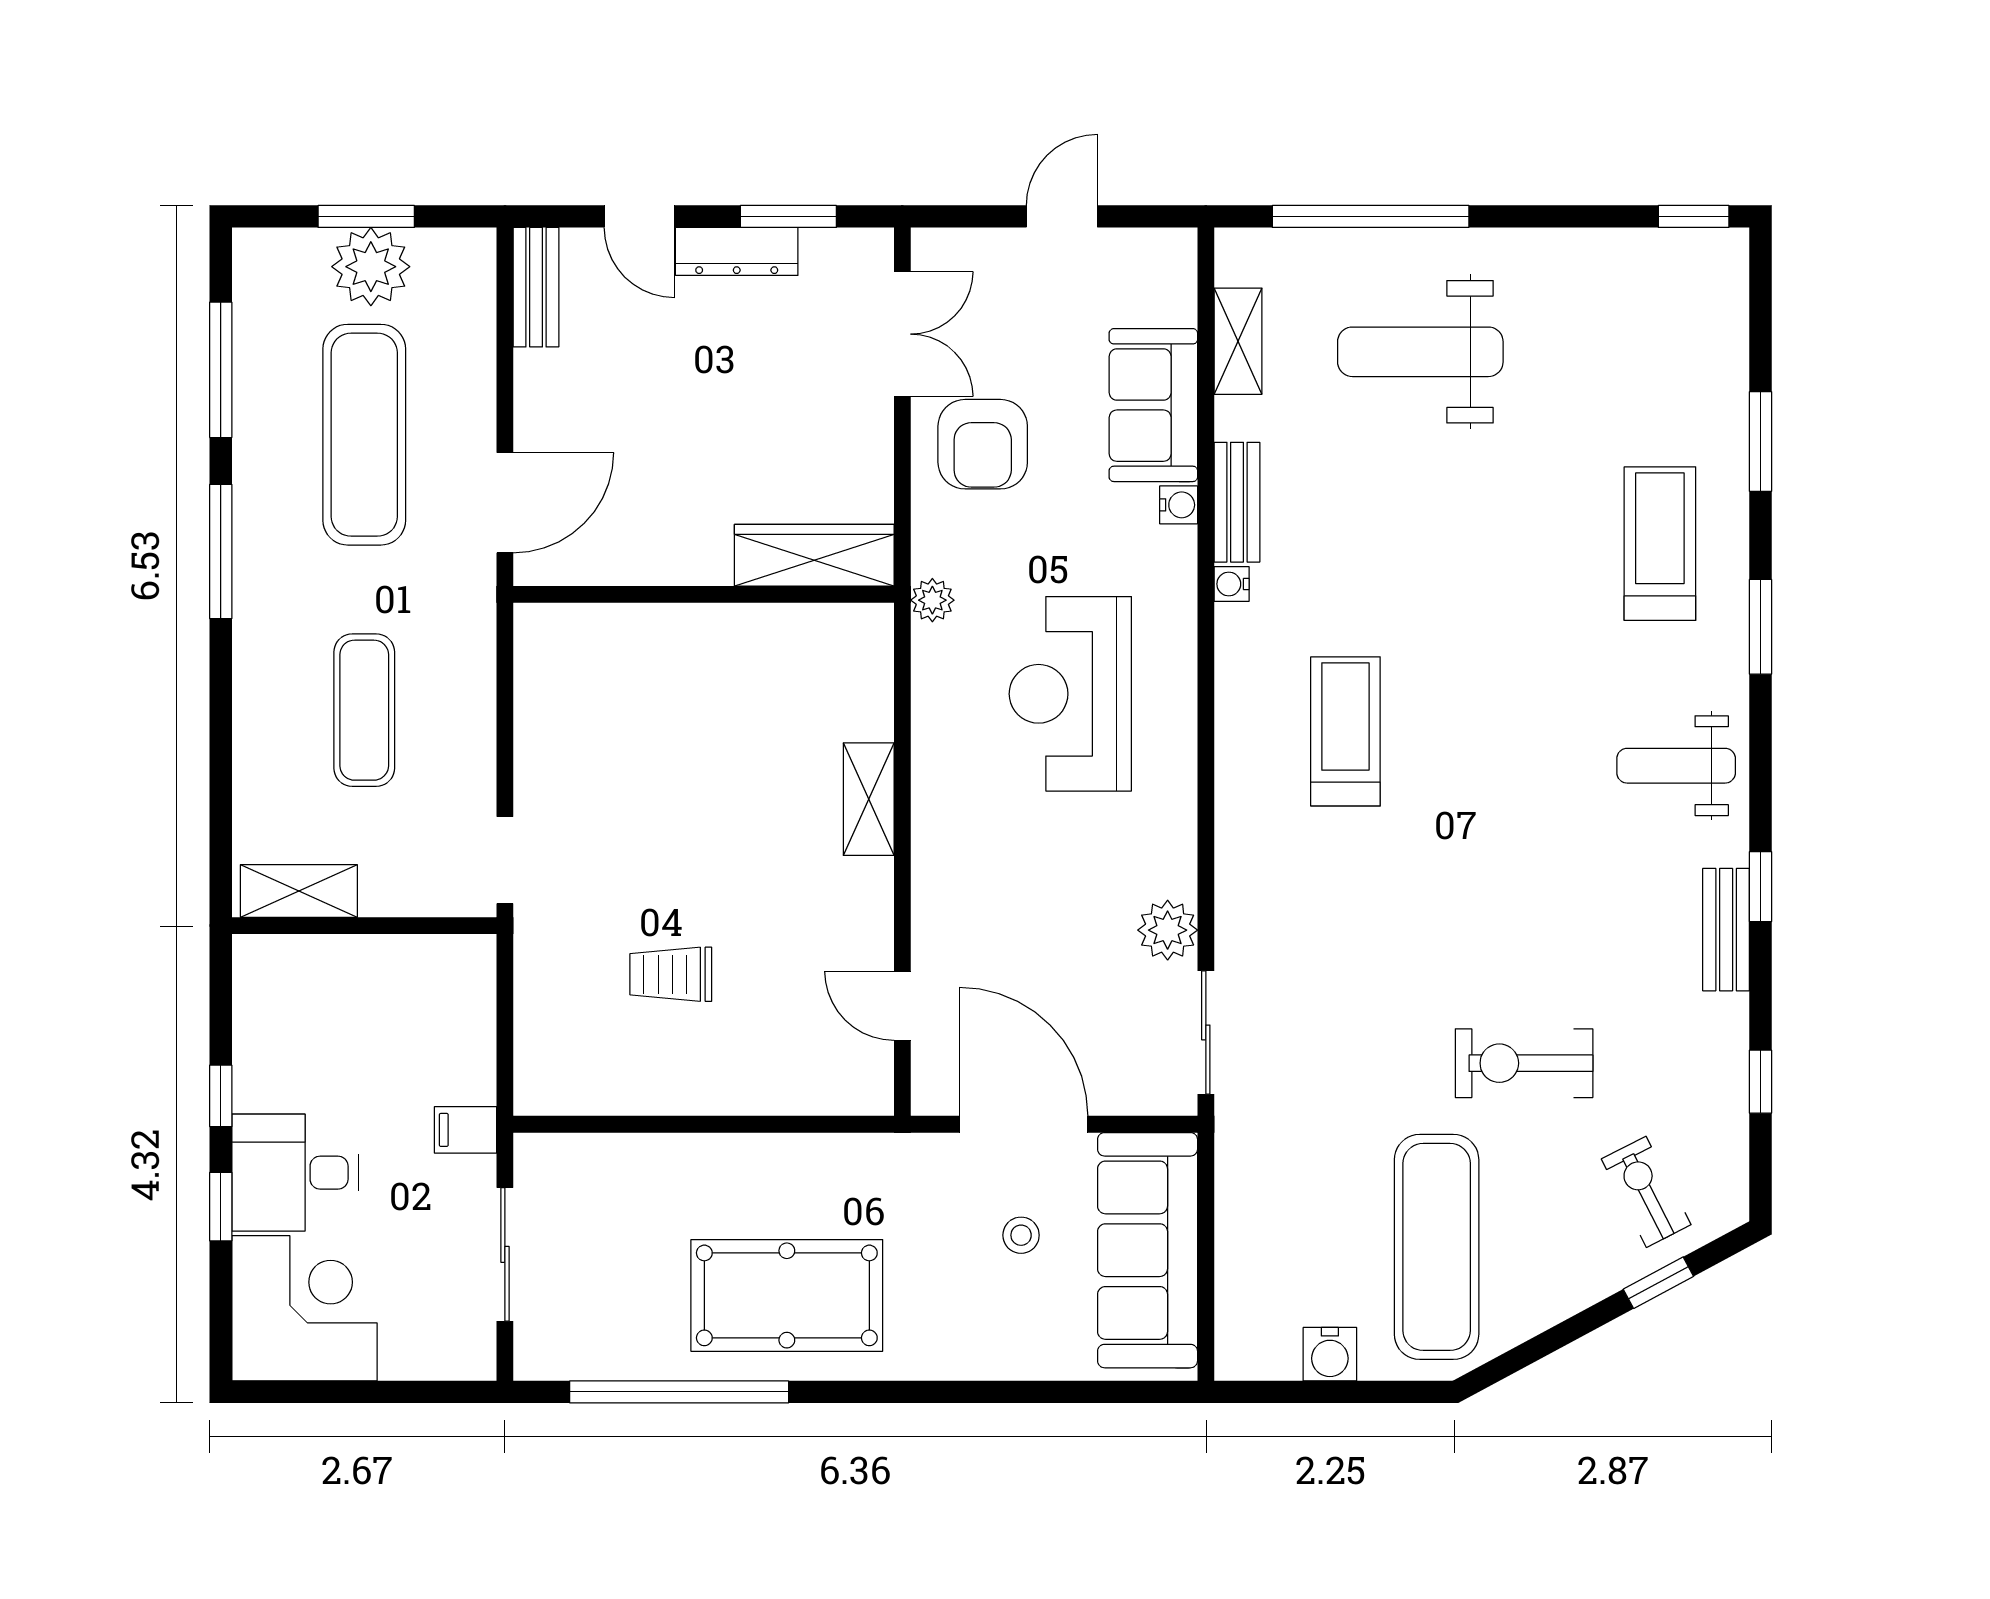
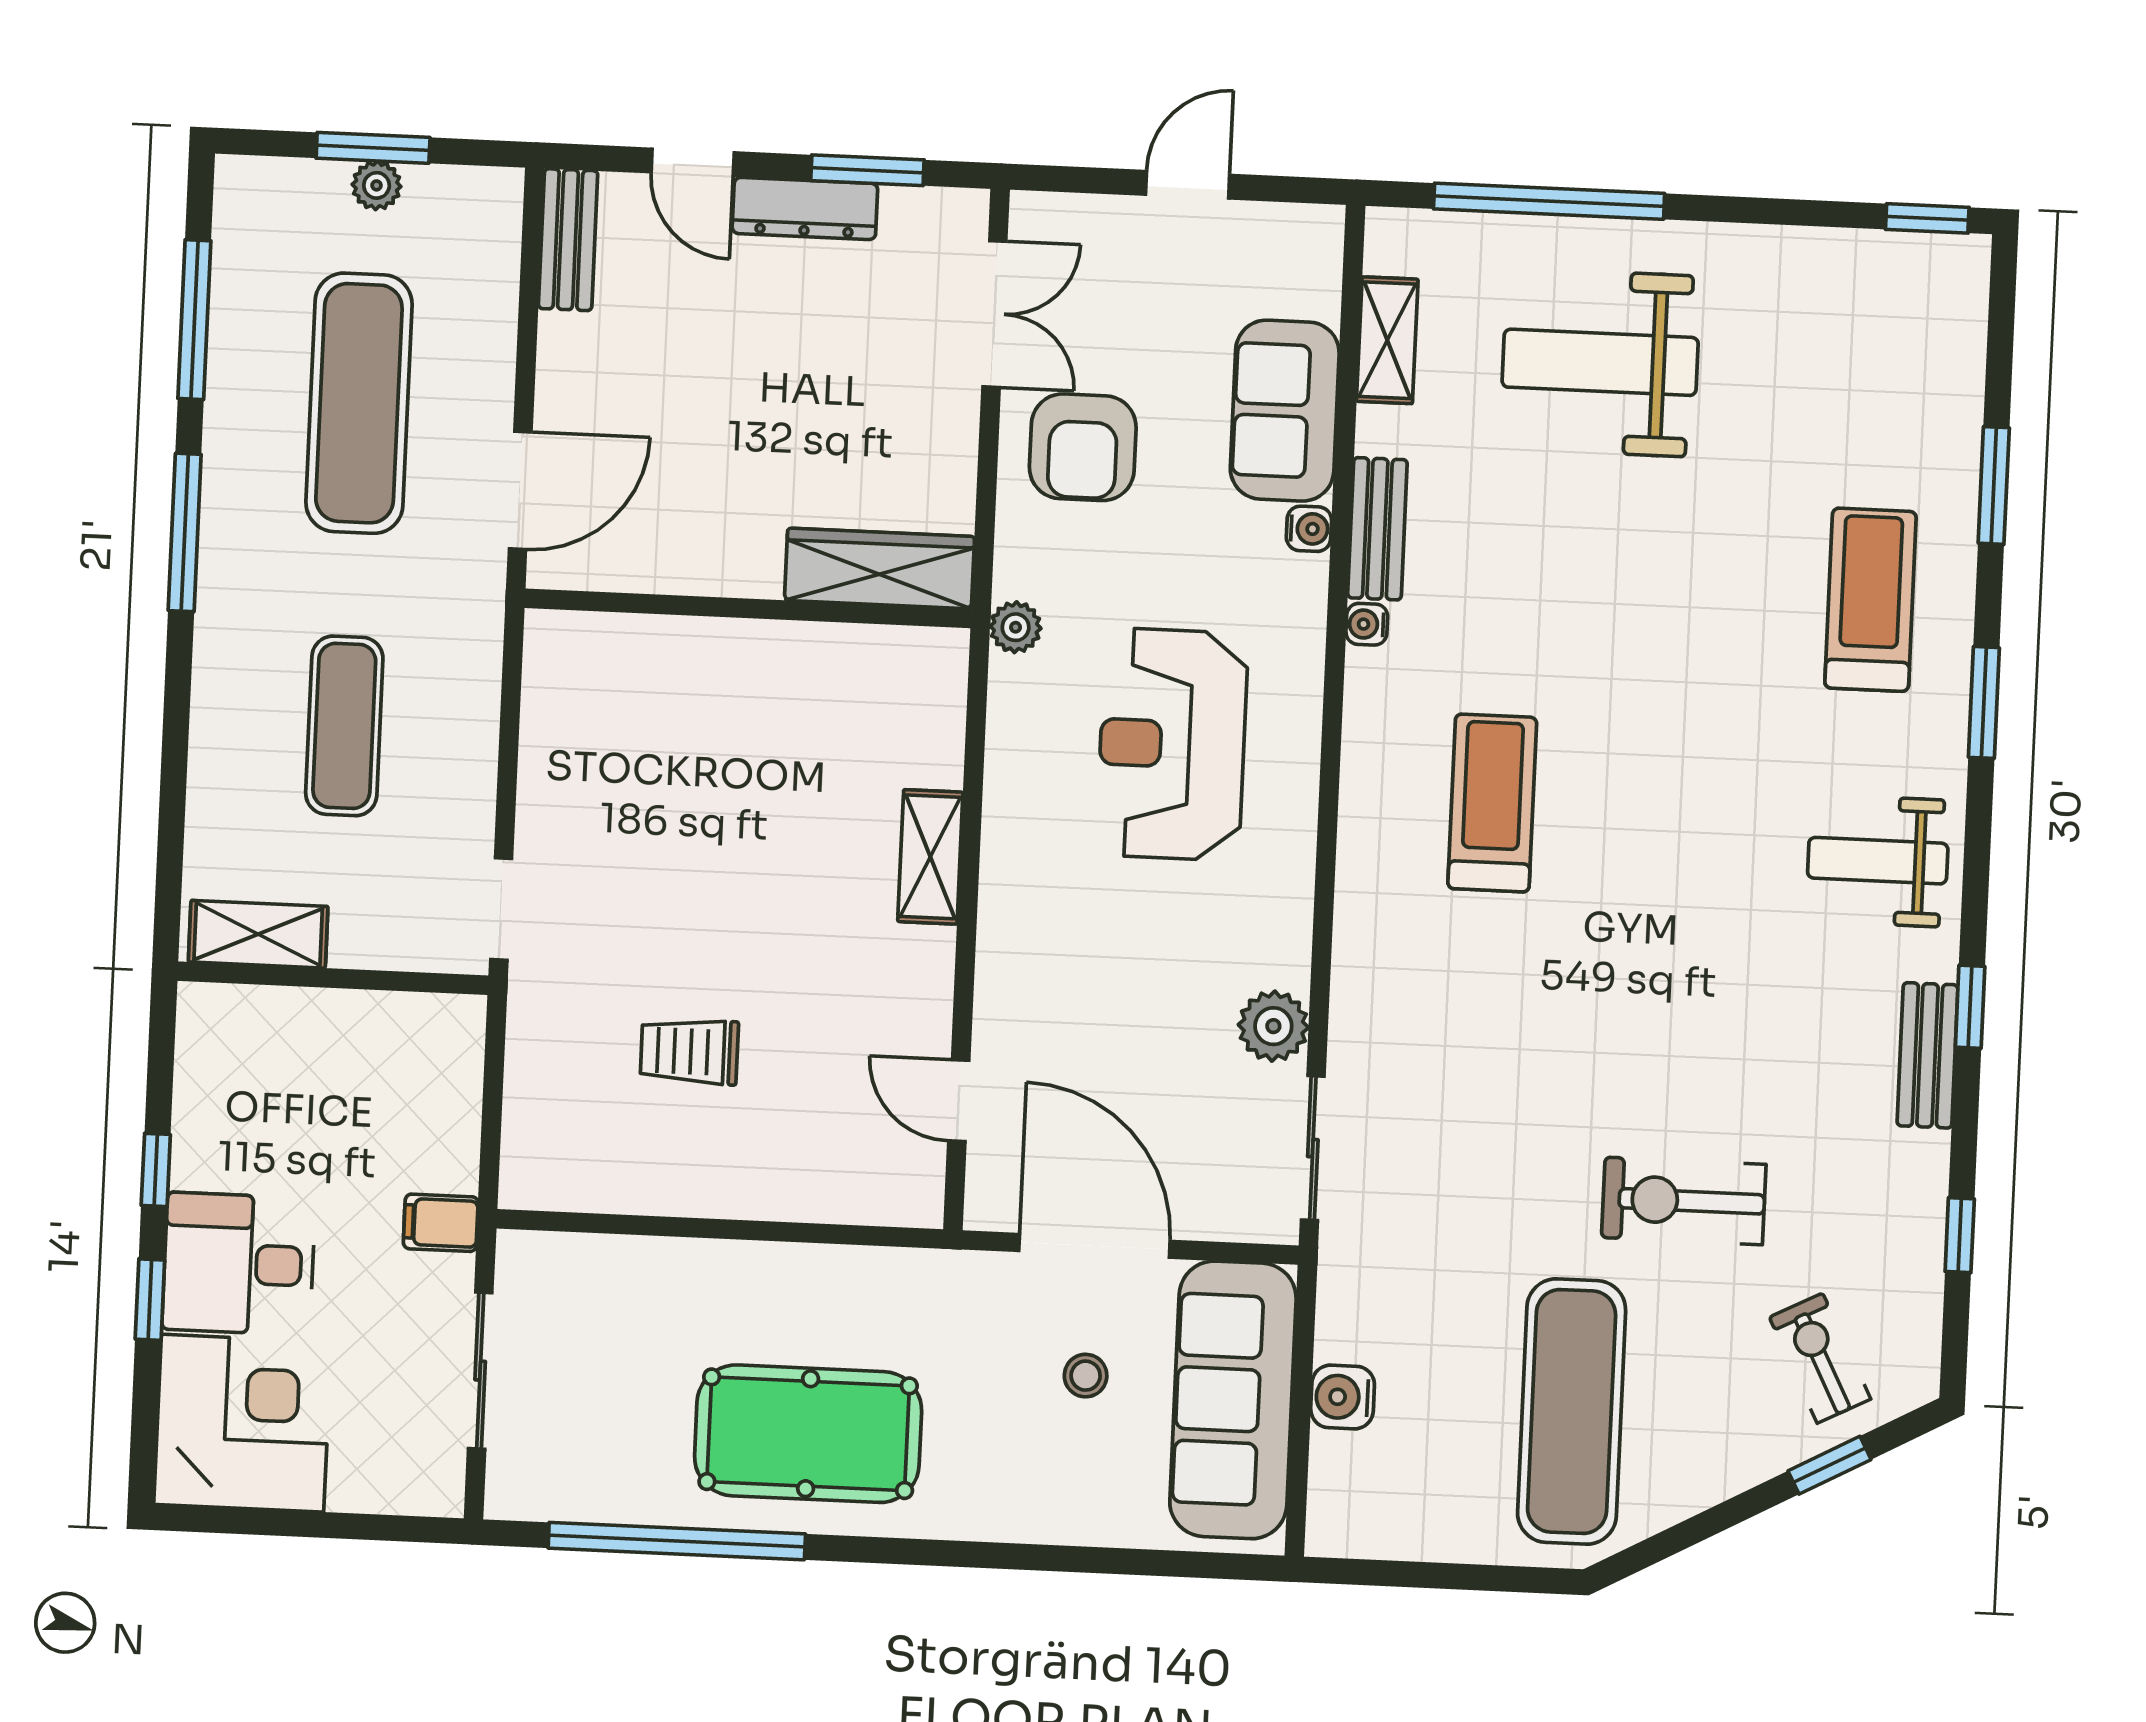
plant: (371, 267) -> (377, 185), width x0.53, depth x0.53
water cooler: (1330, 1354) -> (1343, 1397), moved, turned 90

